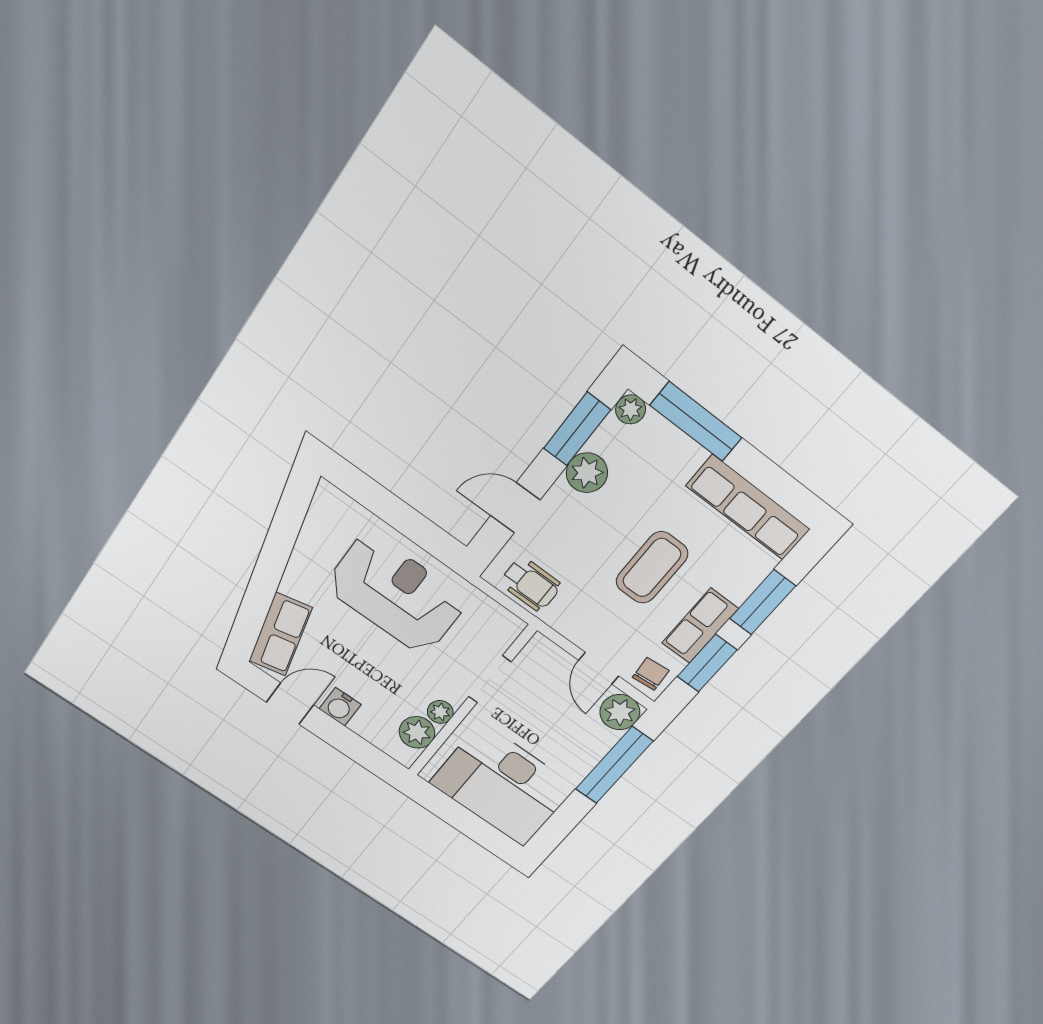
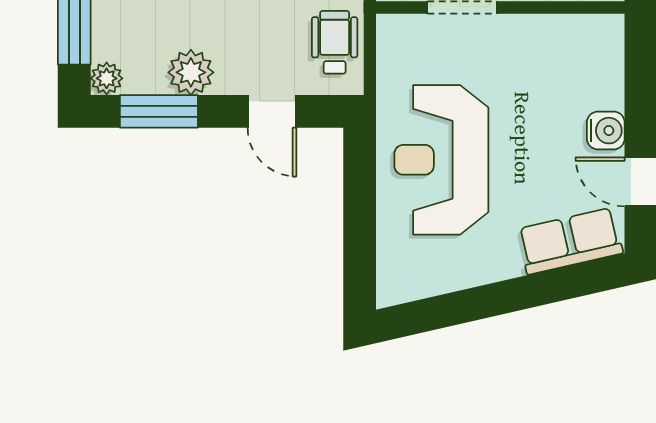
plant: (440, 712) -> (535, 29), removed
plant: (417, 732) -> (576, 35), removed

